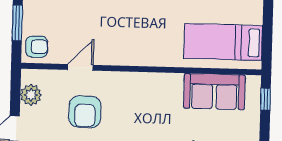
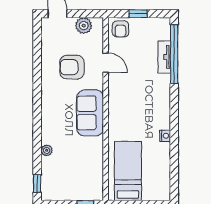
window: (17, 23) -> (138, 14), width x0.67
sofa: (214, 92) -> (90, 113), moved

